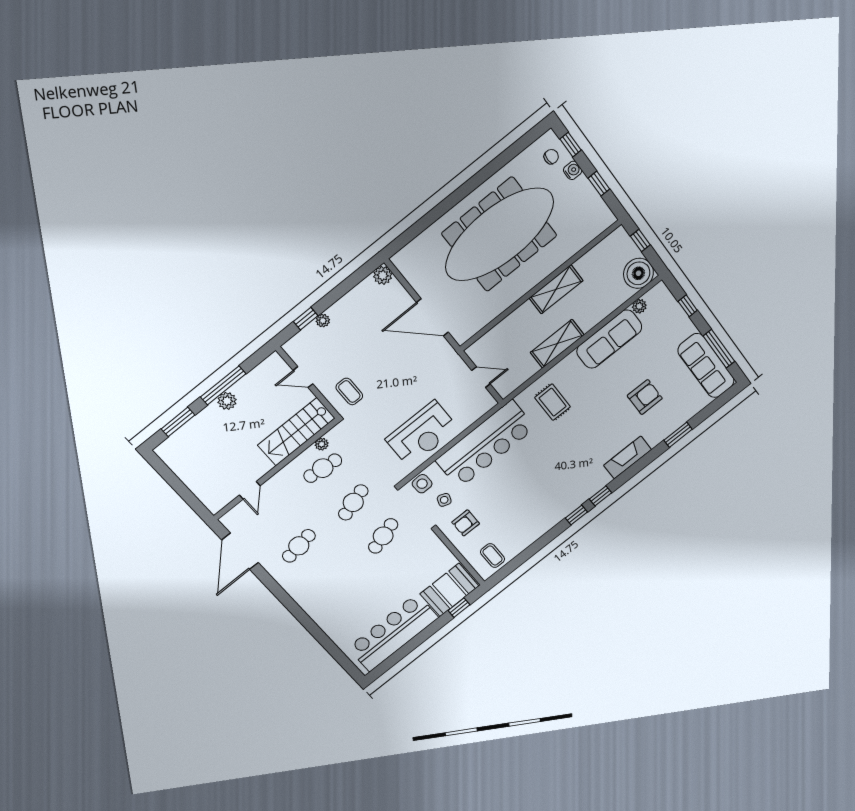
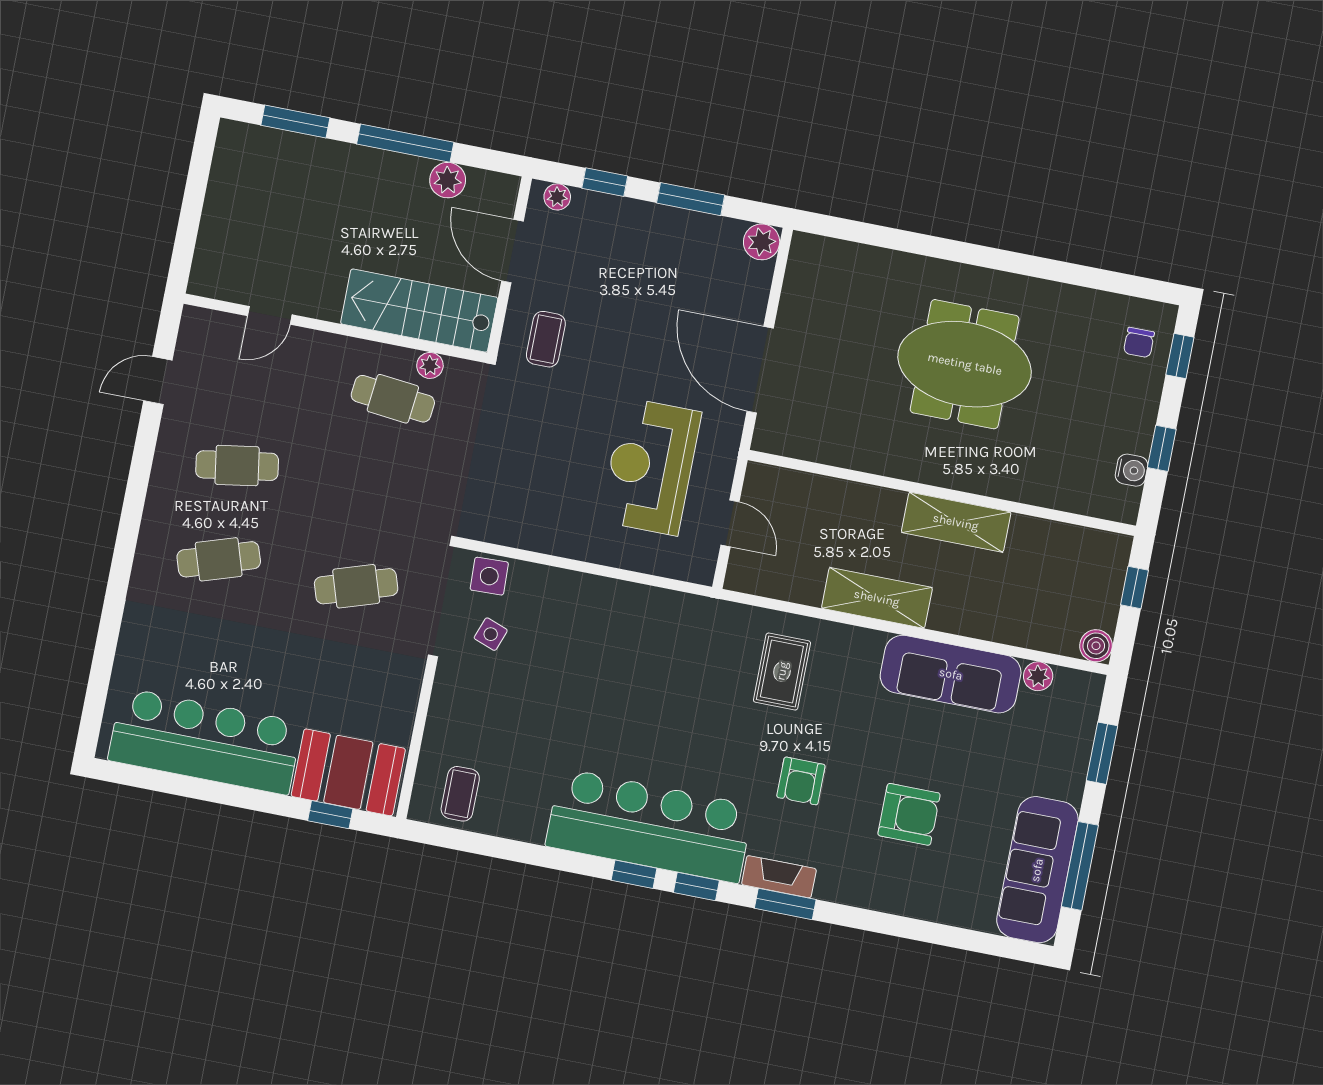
chair: (551, 157) -> (1139, 342), turned 90
water cooler: (573, 170) -> (1132, 470), moved
meeting table: (499, 234) -> (965, 364), width x0.54, depth x0.79
boiler: (638, 273) -> (1096, 646), width x0.54, depth x0.54
window: (341, 290) -> (691, 199), added
window: (688, 306) -> (1102, 753), width x1.50
plant: (323, 321) -> (557, 197), moved
door: (303, 377) -> (512, 251), width x1.38
plant: (227, 401) -> (448, 180), moved
reception desk: (422, 434) -> (651, 467), moved, turned 90
window: (678, 435) -> (785, 904), moved
bar counter: (485, 444) -> (649, 826), moved, turned 180
fireplace: (628, 457) -> (779, 877), width x0.73, depth x0.76
cafe table: (353, 502) -> (219, 559), moved
armchair: (466, 523) -> (801, 781), moved, turned -90
door: (240, 551) -> (158, 381), width x0.53

